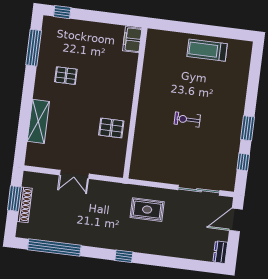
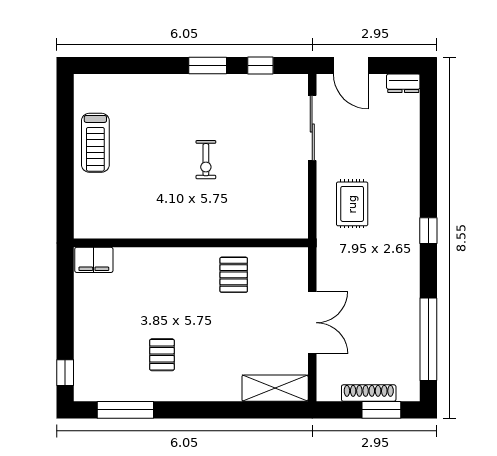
shelving: (38, 121) -> (275, 388), moved
double door: (74, 174) -> (312, 323), width x1.37
window: (15, 199) -> (381, 410), moved

